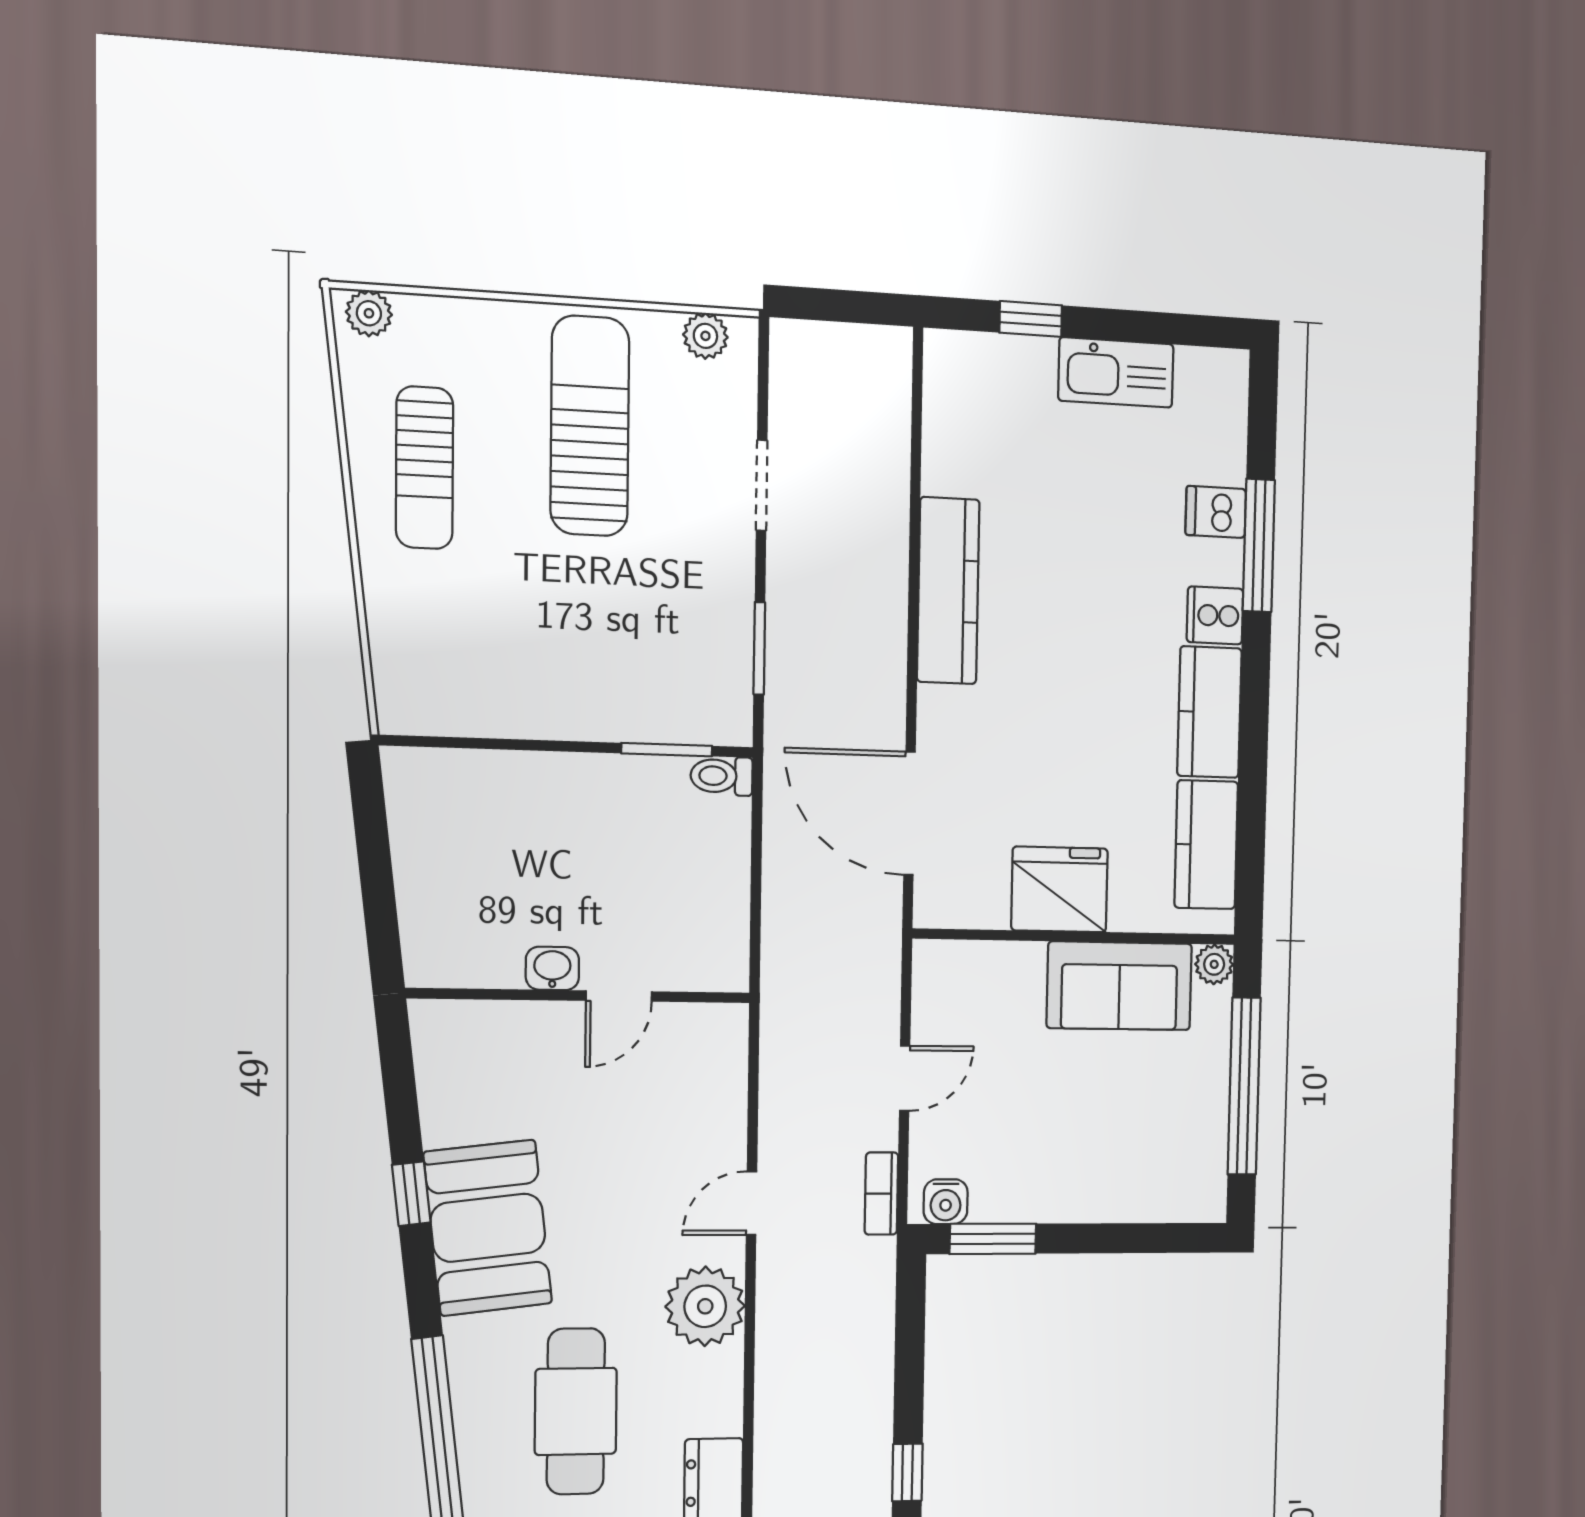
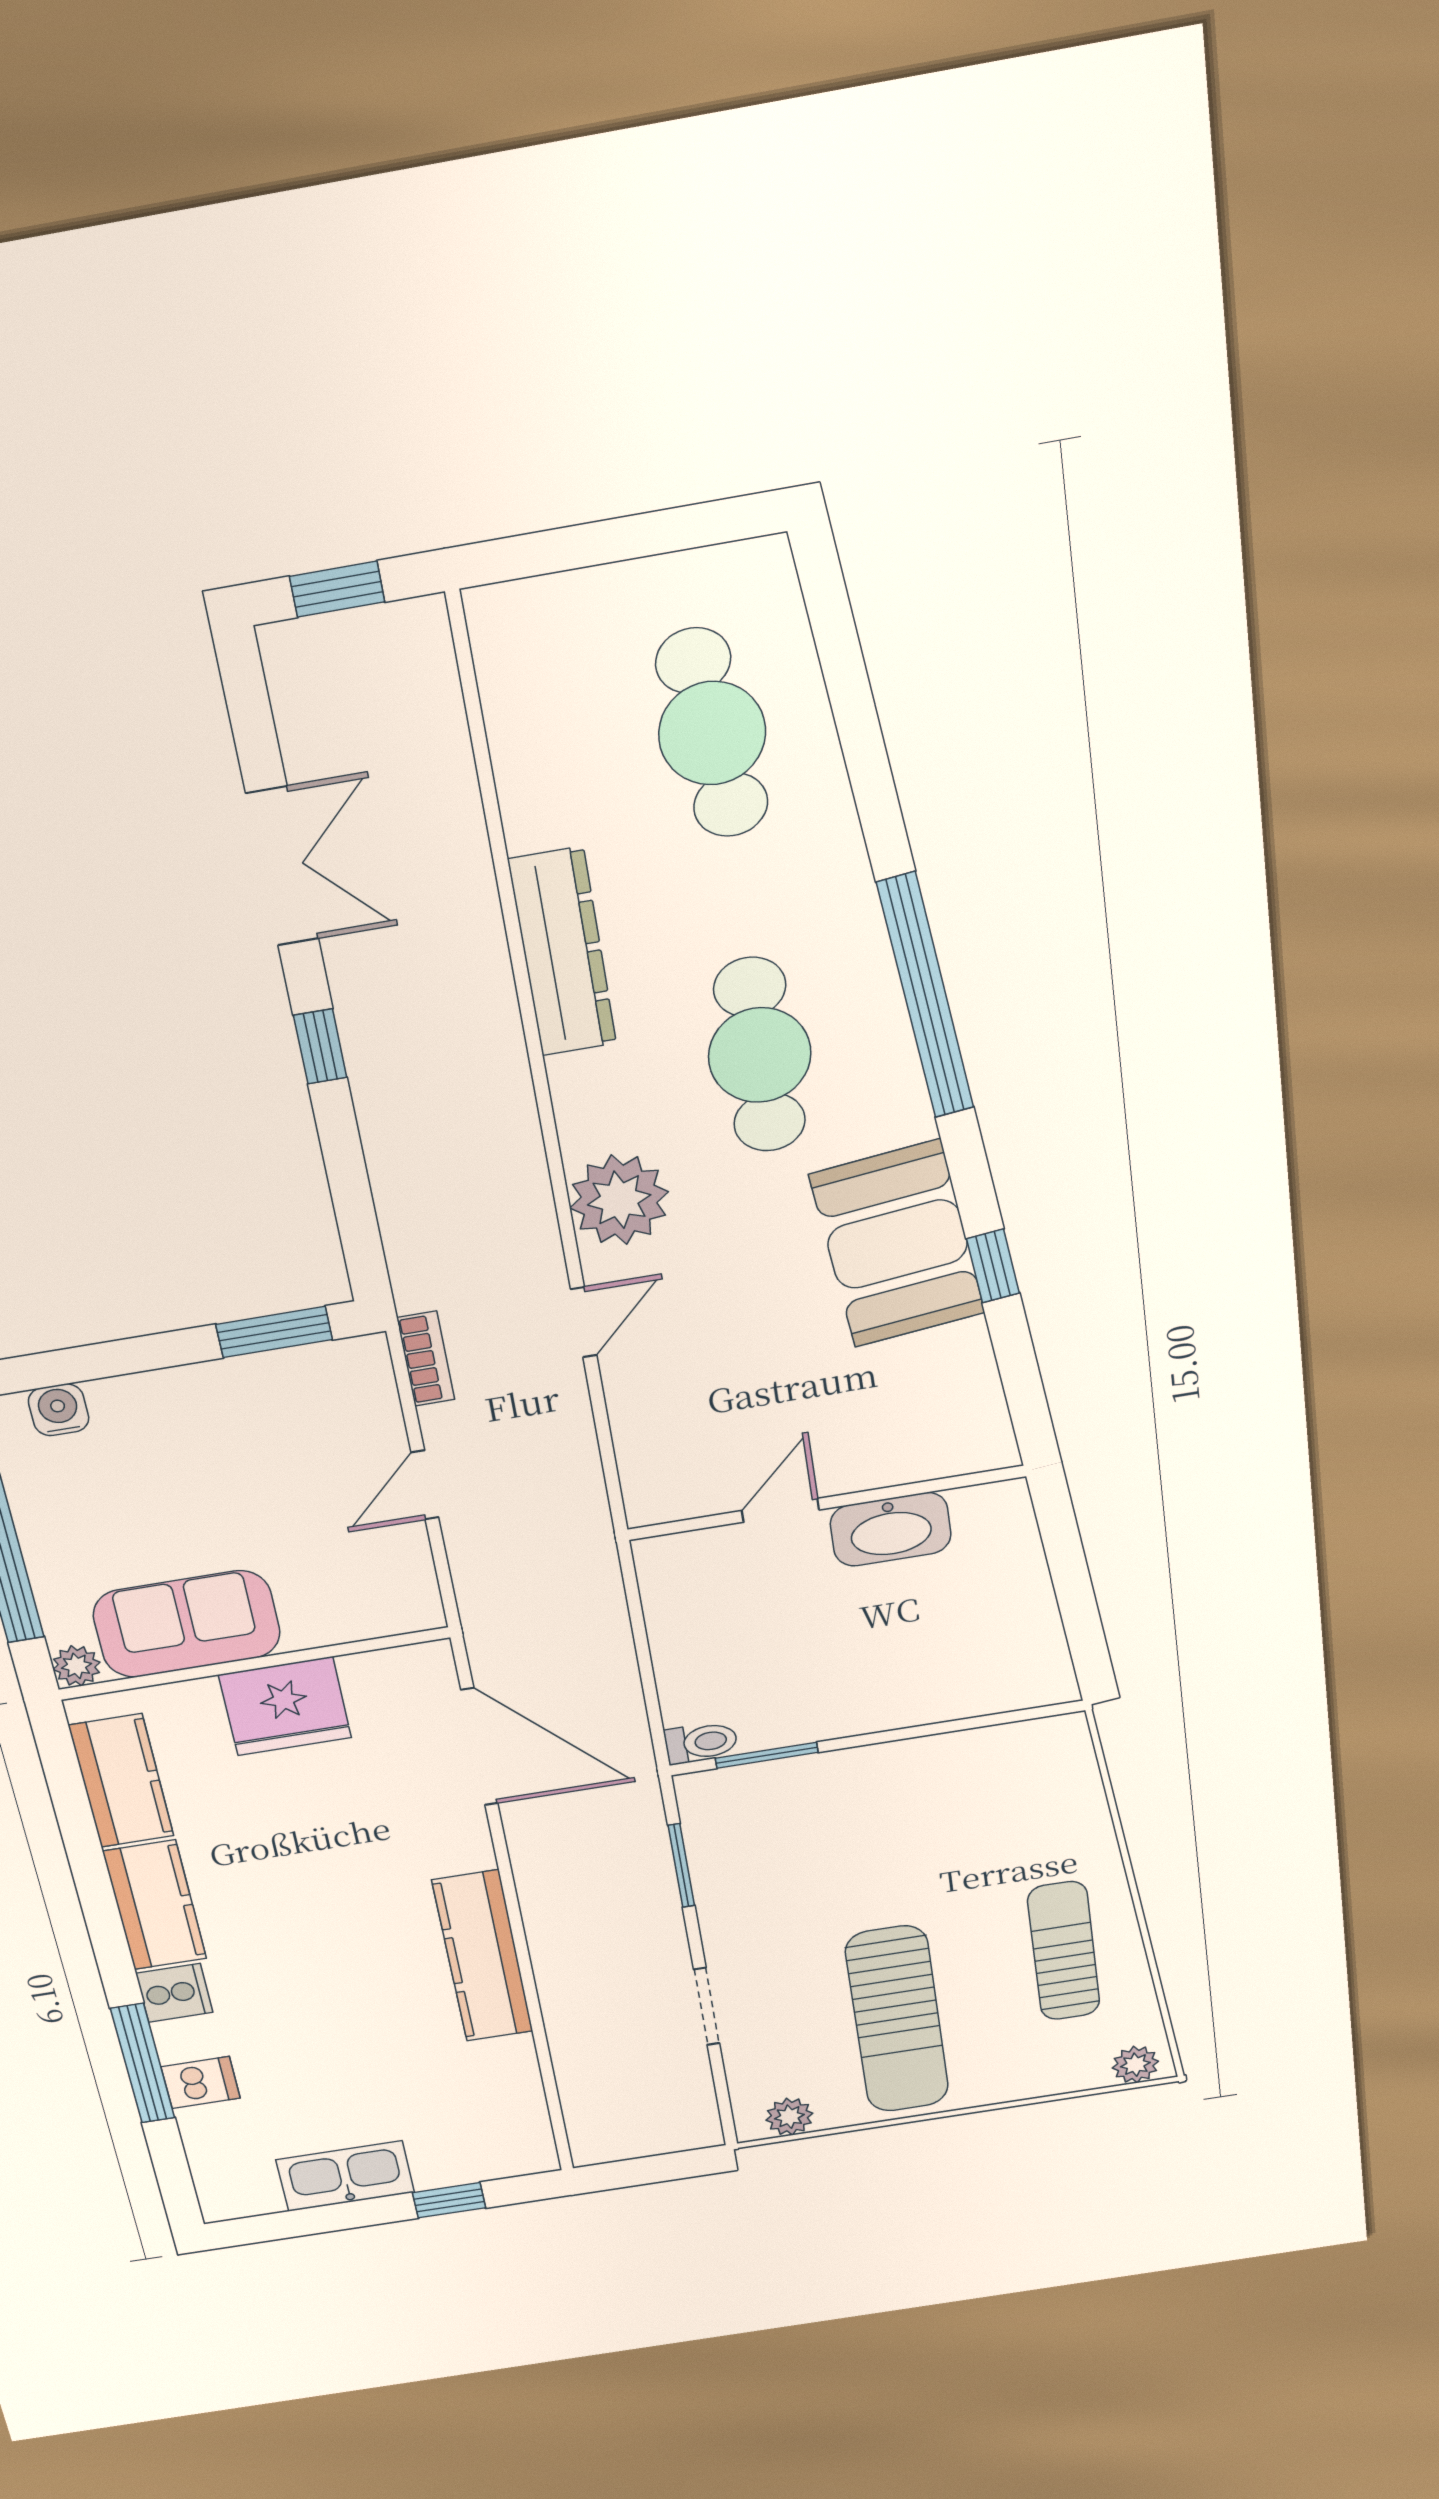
washbasin: (552, 968) -> (891, 1529), width x1.91, depth x1.45
water cooler: (946, 1202) -> (59, 1410), moved

